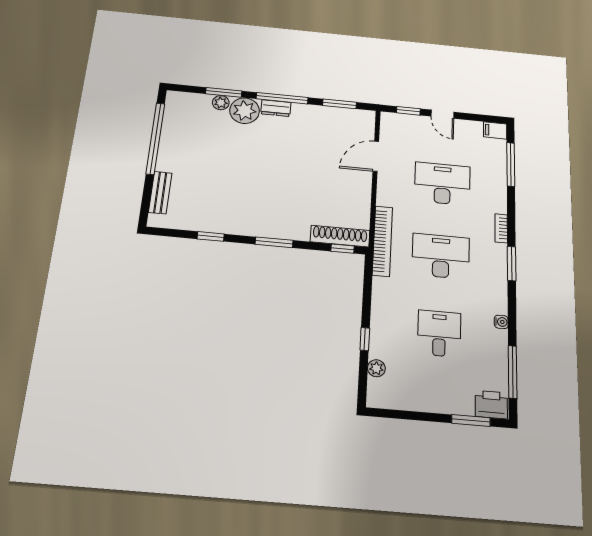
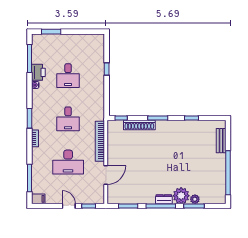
shoe rack: (340, 236) -> (139, 125), moved
bookcase: (382, 241) -> (100, 141), moved
desk: (441, 256) -> (68, 119), width x0.73
plant: (376, 368) -> (100, 54), removed
printer: (491, 405) -> (38, 72), moved, turned -90

